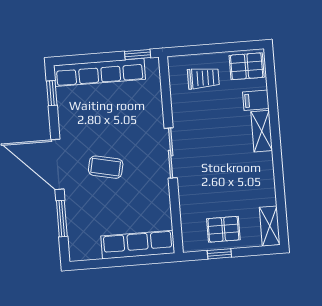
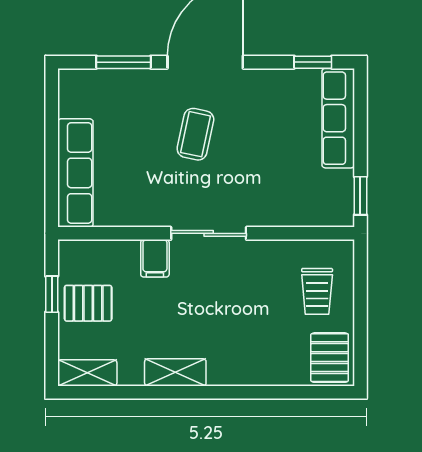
row of seats: (100, 72) -> (338, 118), width x0.73
filing cabinet: (256, 100) -> (155, 258), moved, turned 180
shelving: (262, 131) -> (175, 372), moved
pallet: (223, 229) -> (88, 303), turned 90

